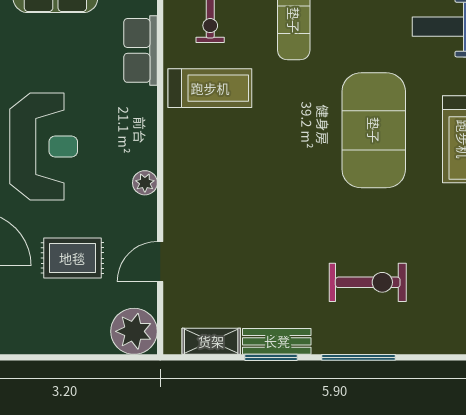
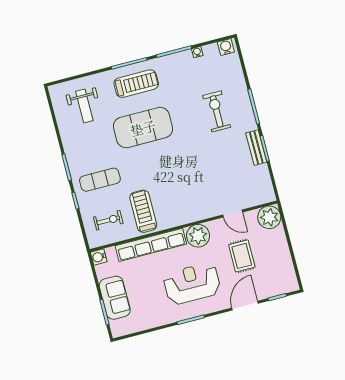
row of seats: (140, 50) -> (151, 245), width x2.02
plant: (145, 183) -> (198, 236), width x1.87, depth x1.87
shelving: (211, 341) -> (264, 179), removed

